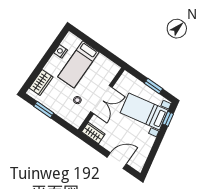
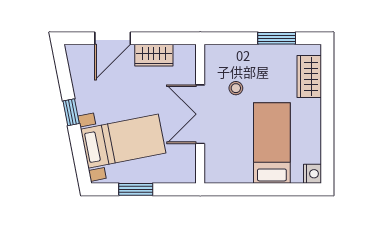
nightstand: (61, 51) -> (313, 174), moved
window: (168, 119) -> (71, 112), moved
wardrobe: (93, 133) -> (154, 55), moved

